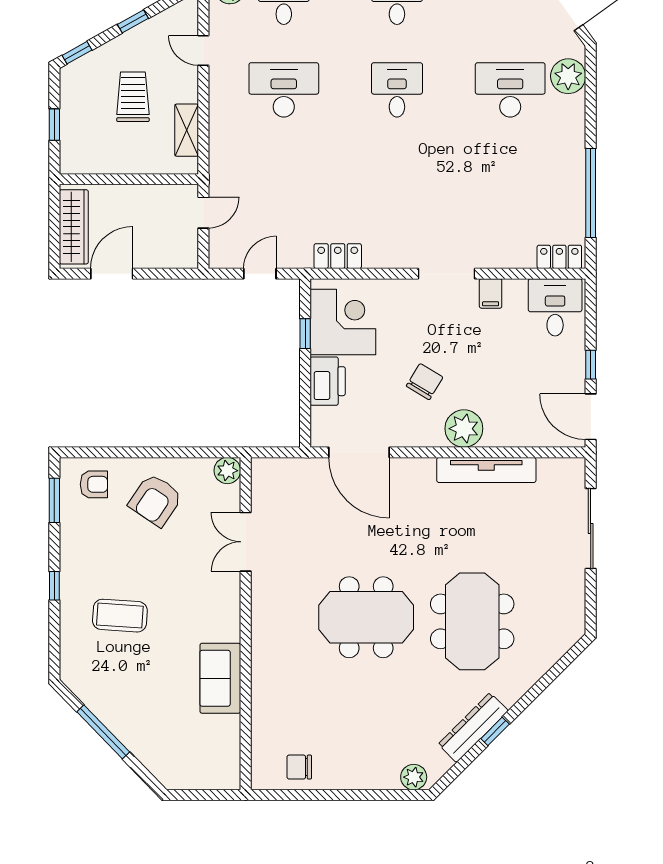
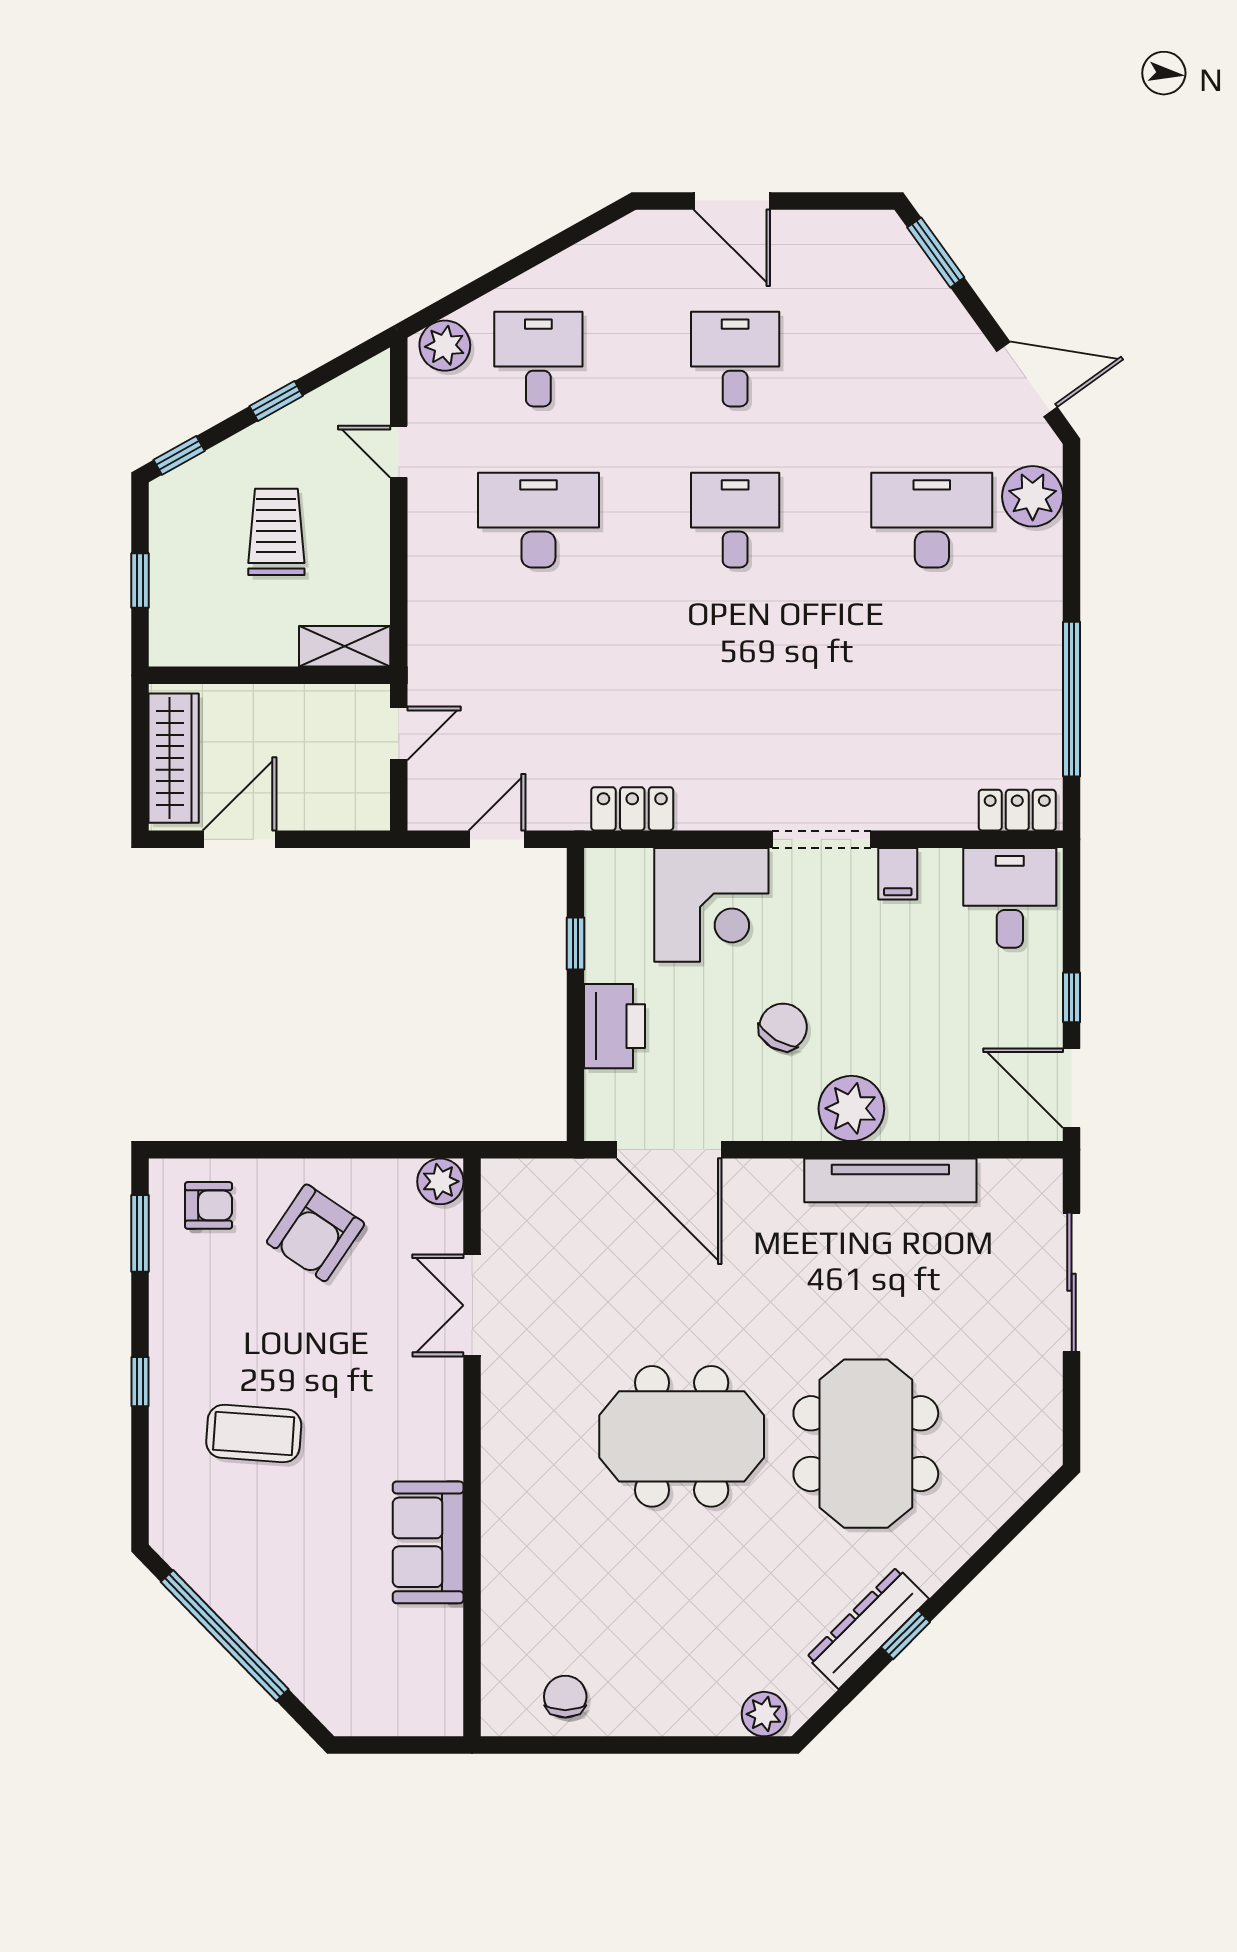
shelving: (187, 130) -> (345, 646), moved, turned 90
corner desk: (343, 322) -> (711, 905), moved, turned 90
window: (103, 732) -> (225, 1636), width x1.46
chair: (299, 767) -> (565, 1697), turned 90

